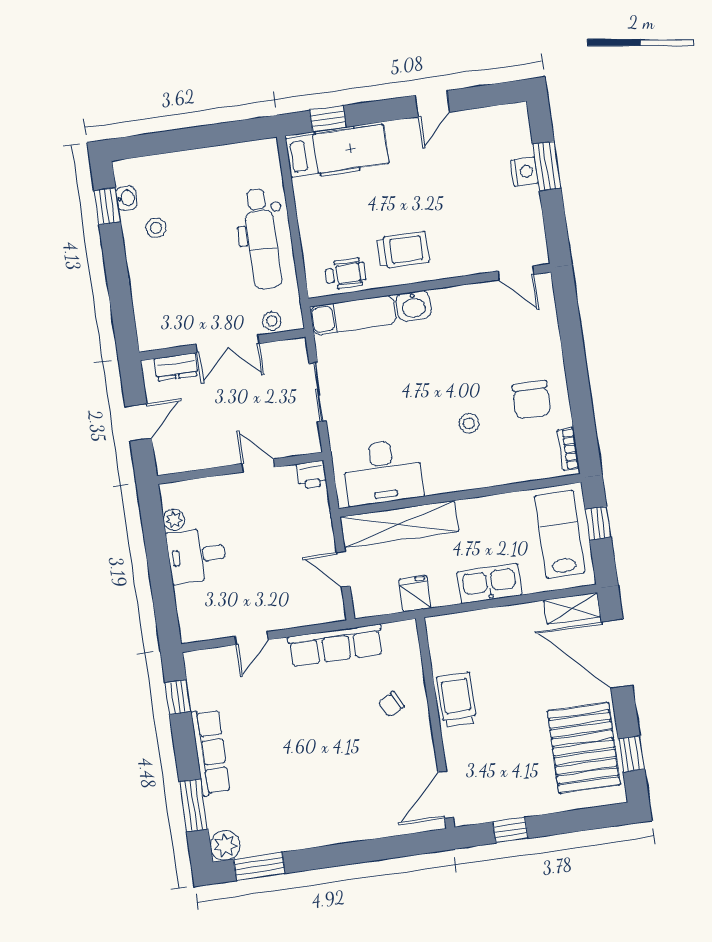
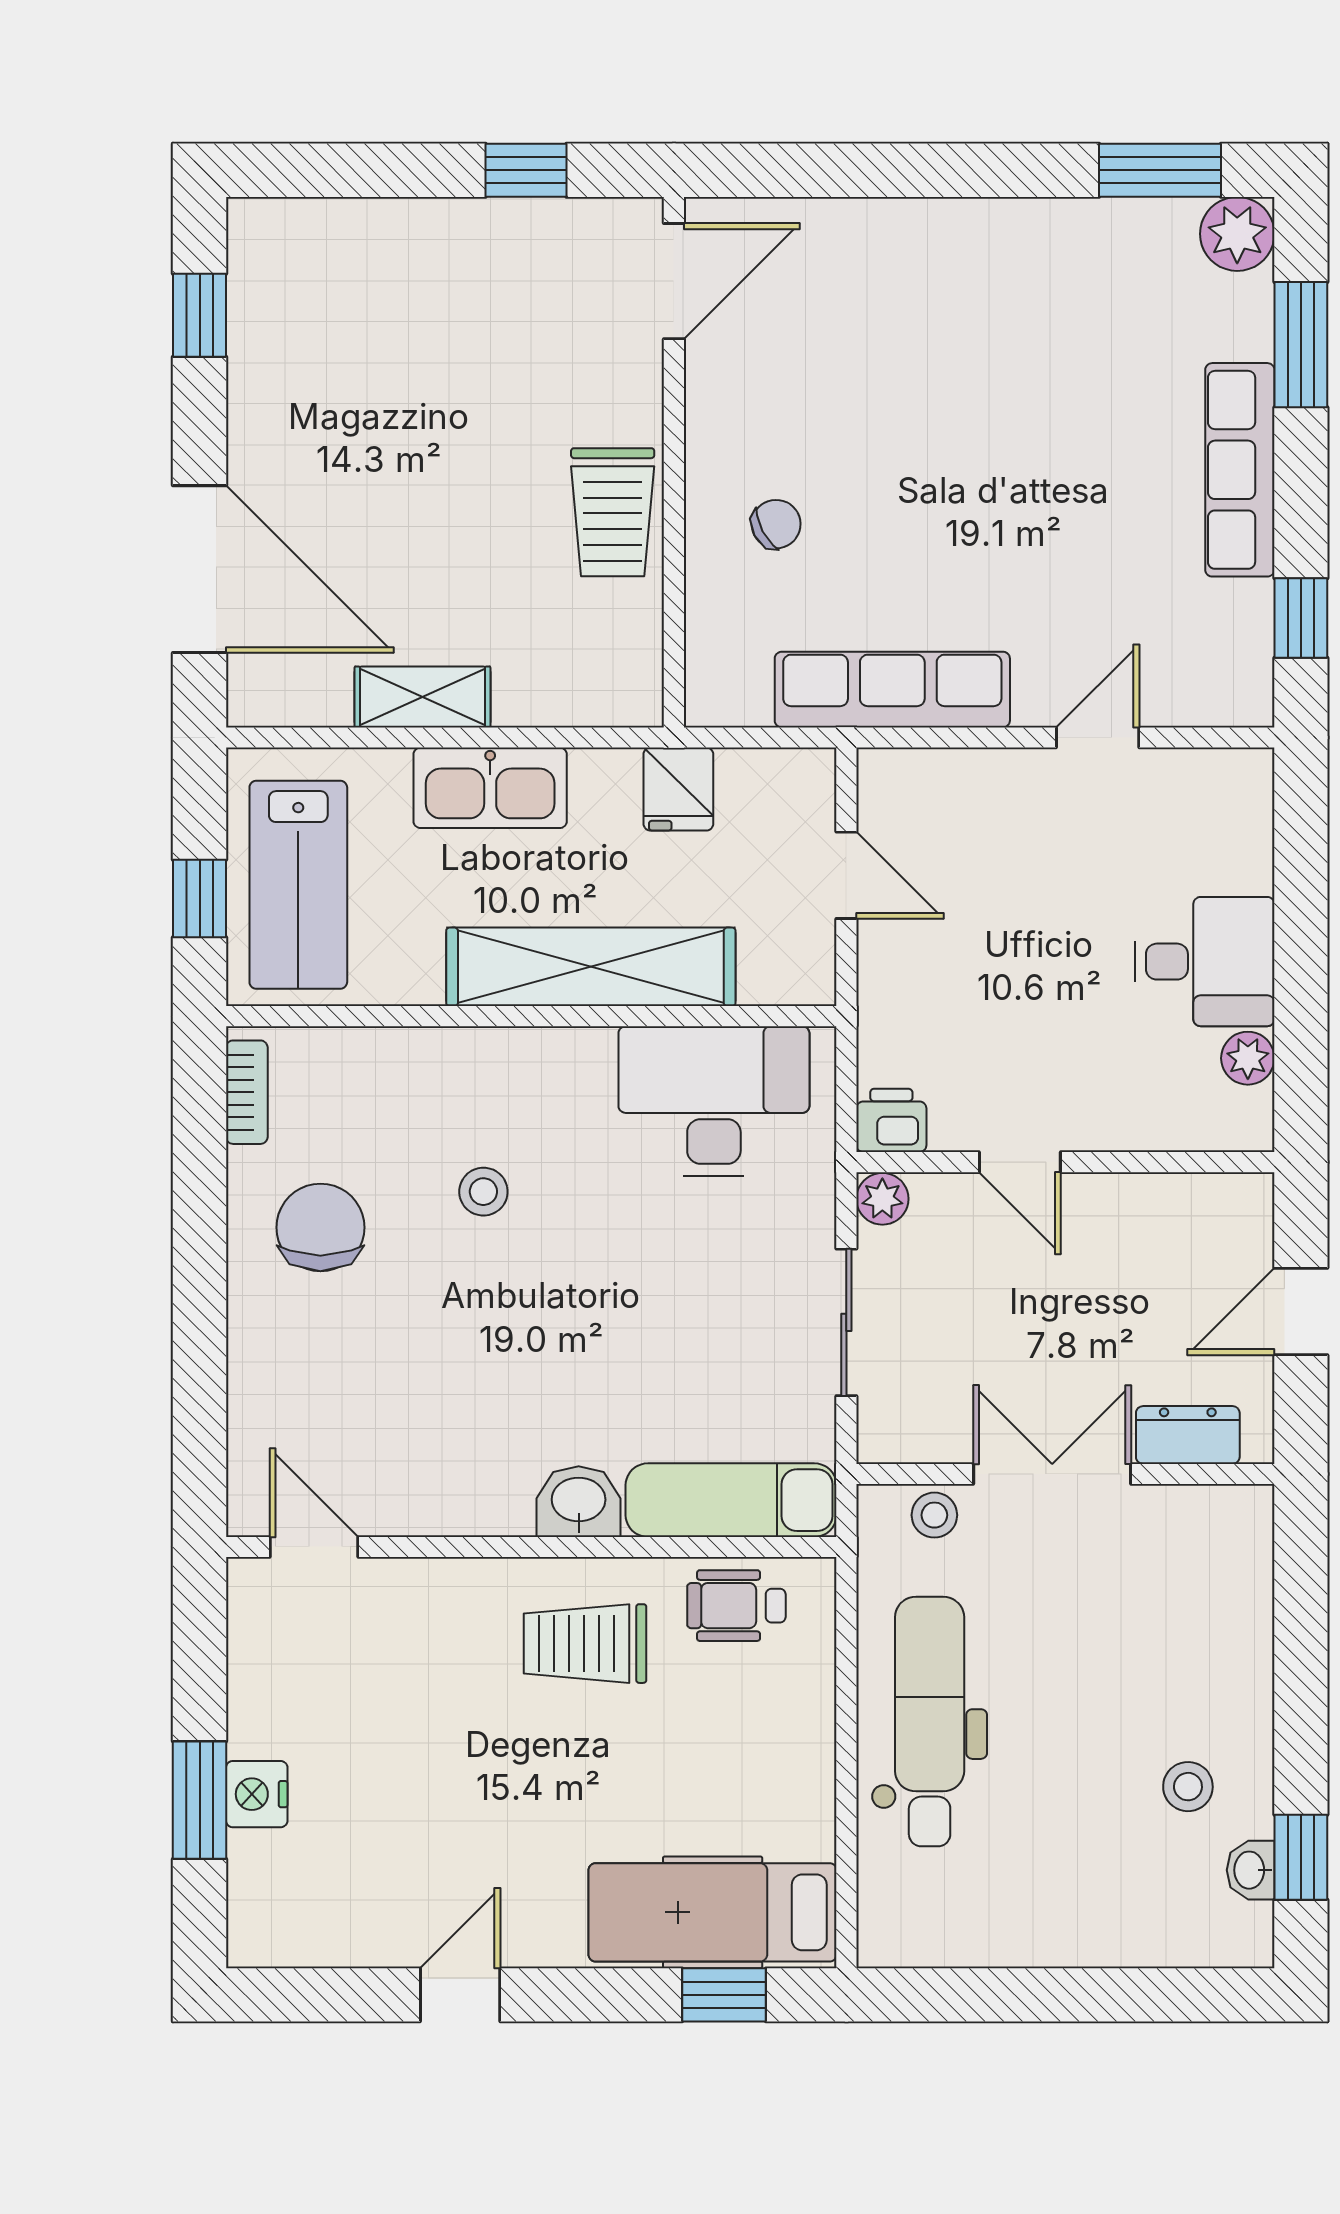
plant: (311, 443) -> (882, 1199), added
shelving: (399, 524) -> (591, 967), moved
shelving: (572, 608) -> (422, 697), moved
pallet: (584, 748) -> (315, 348), removed

